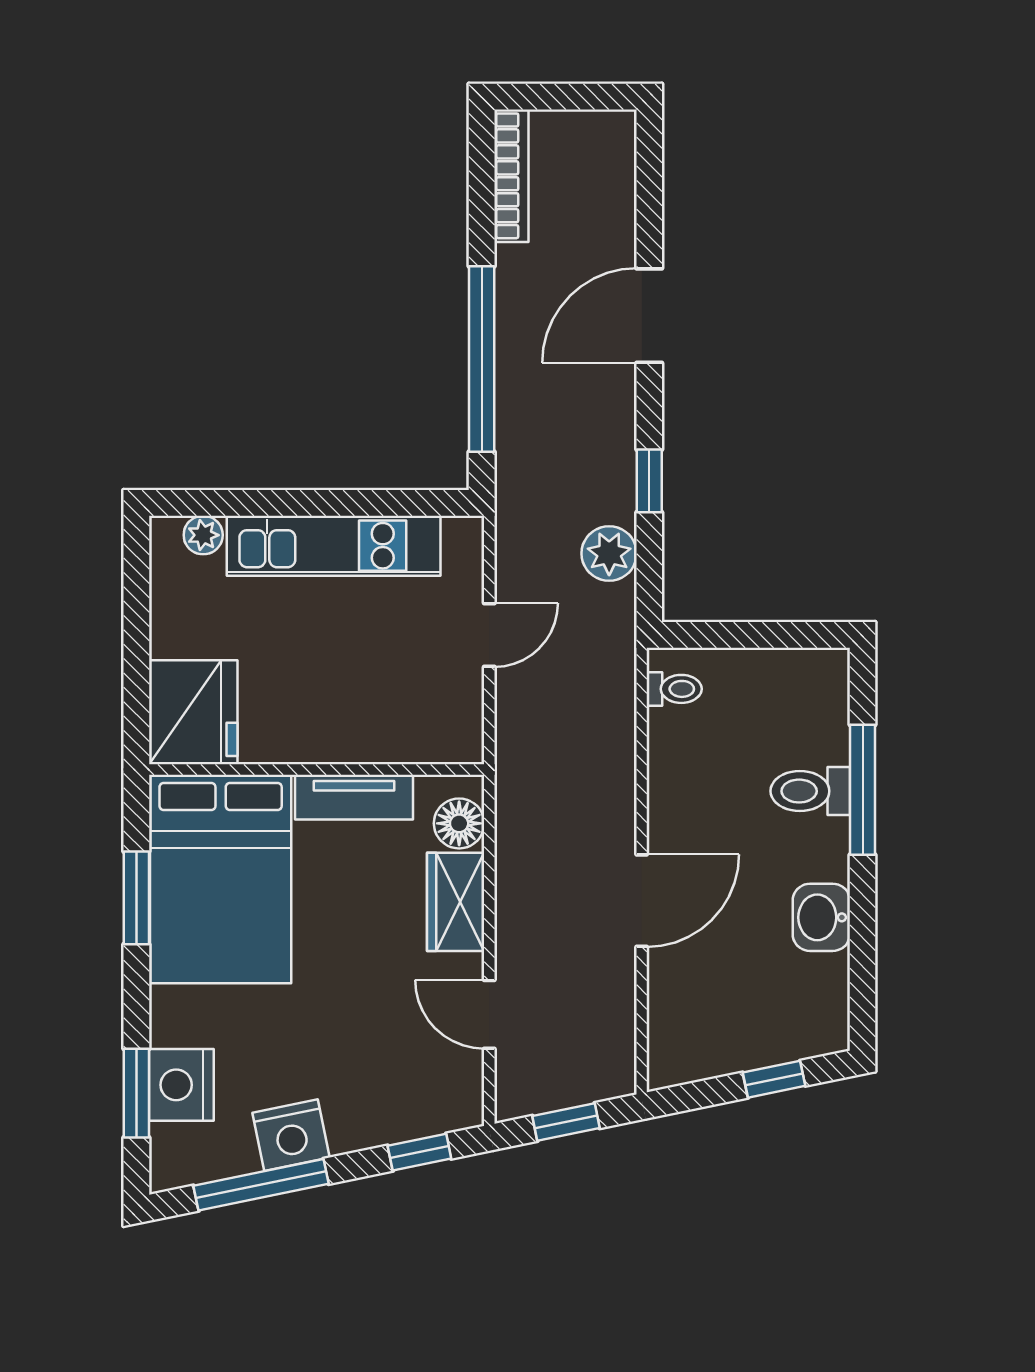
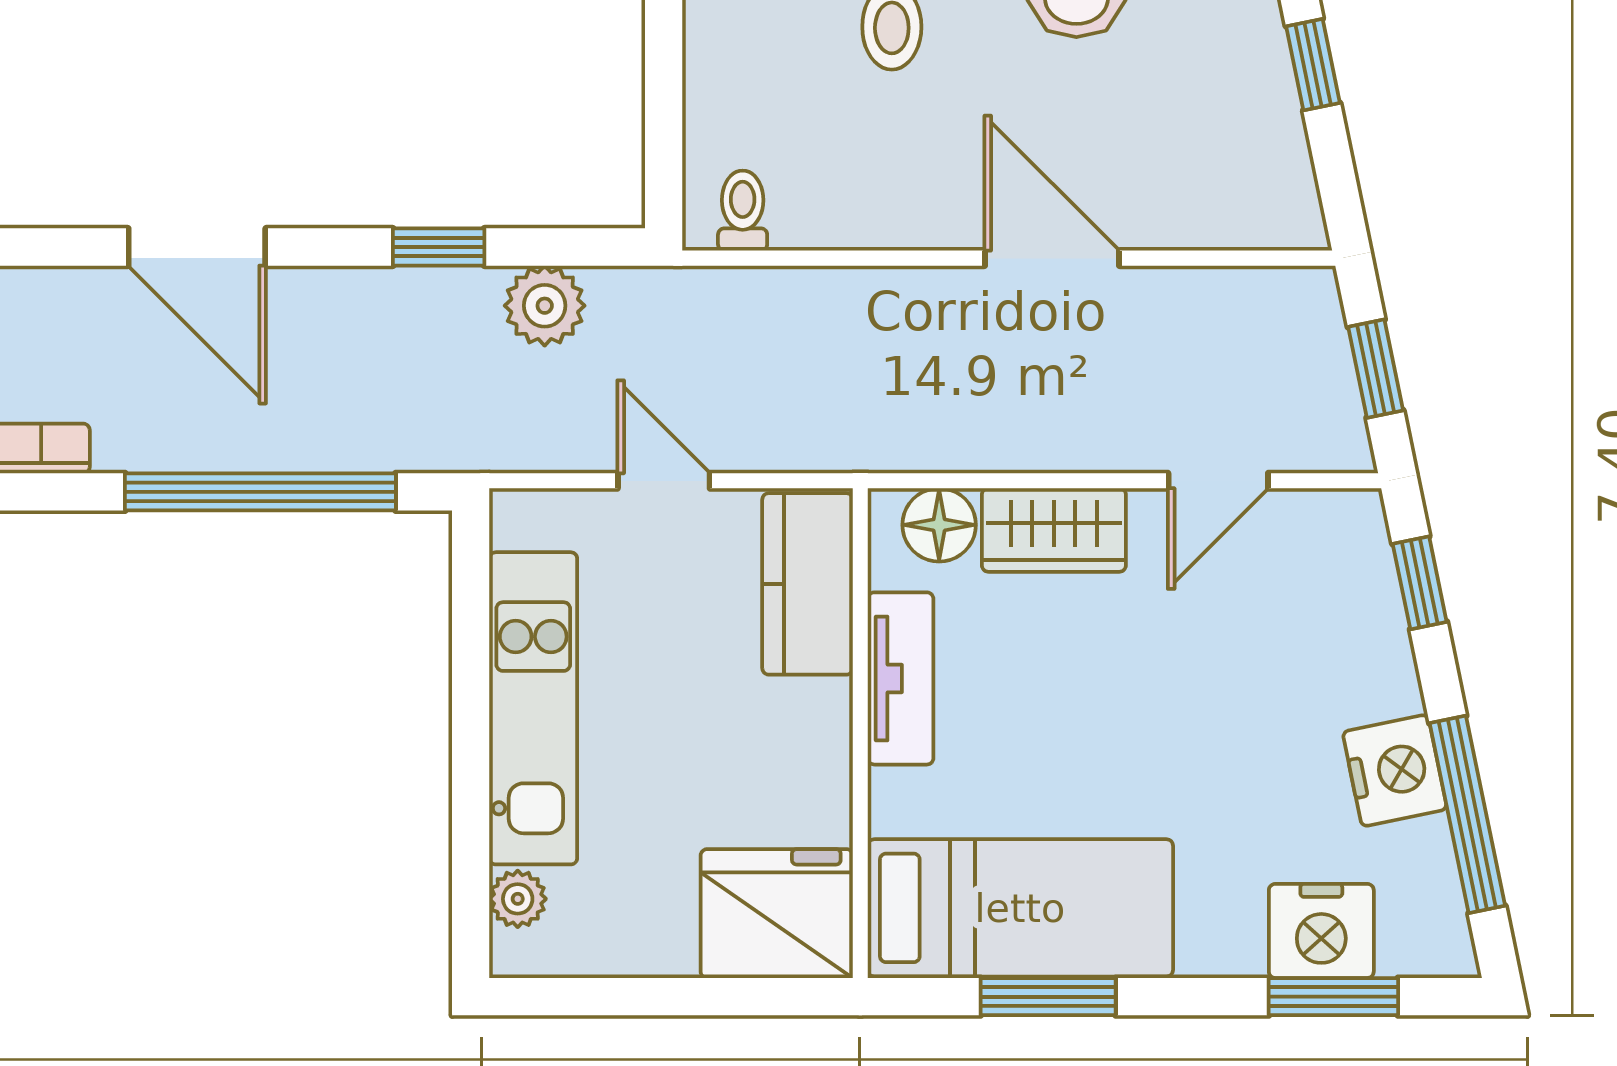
kitchen counter: (419, 733) -> (808, 584), added
bed: (221, 879) -> (1020, 908), width x0.67

